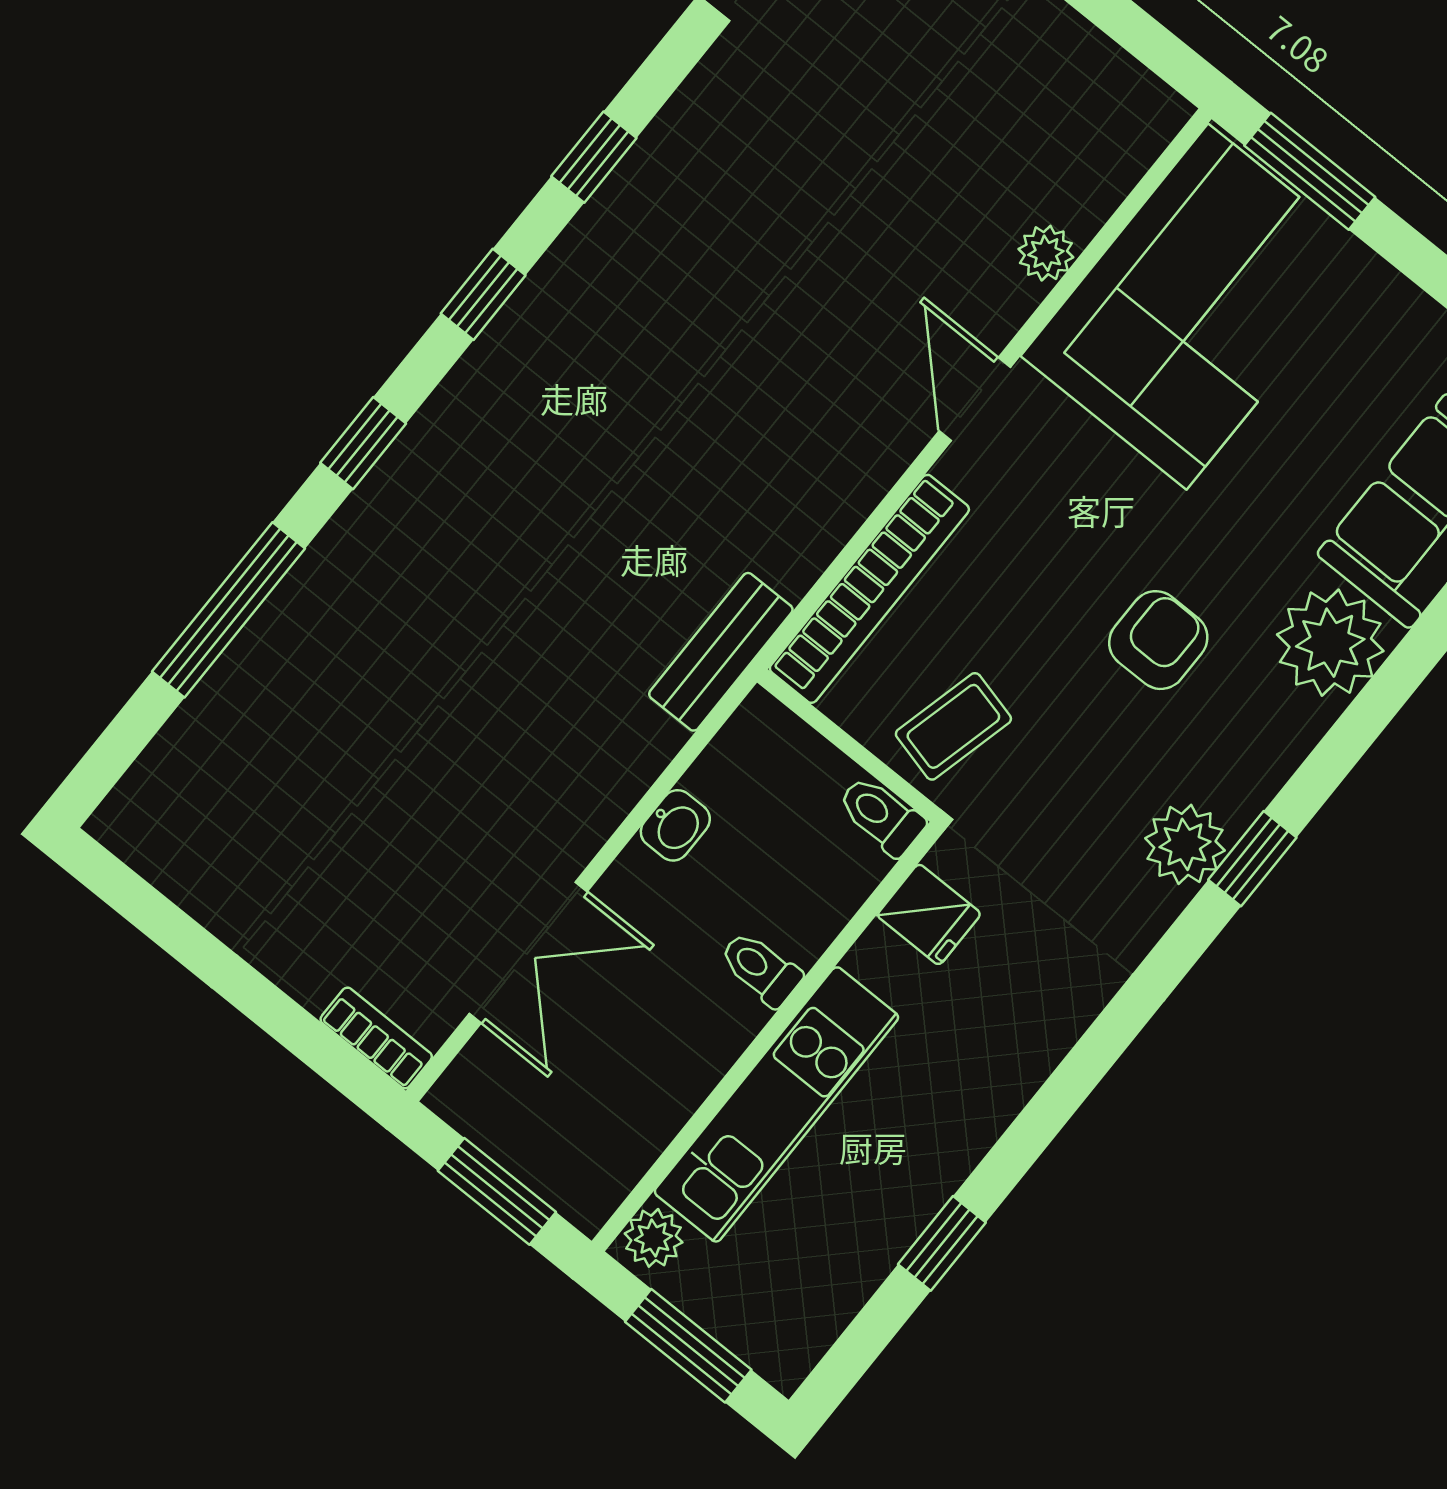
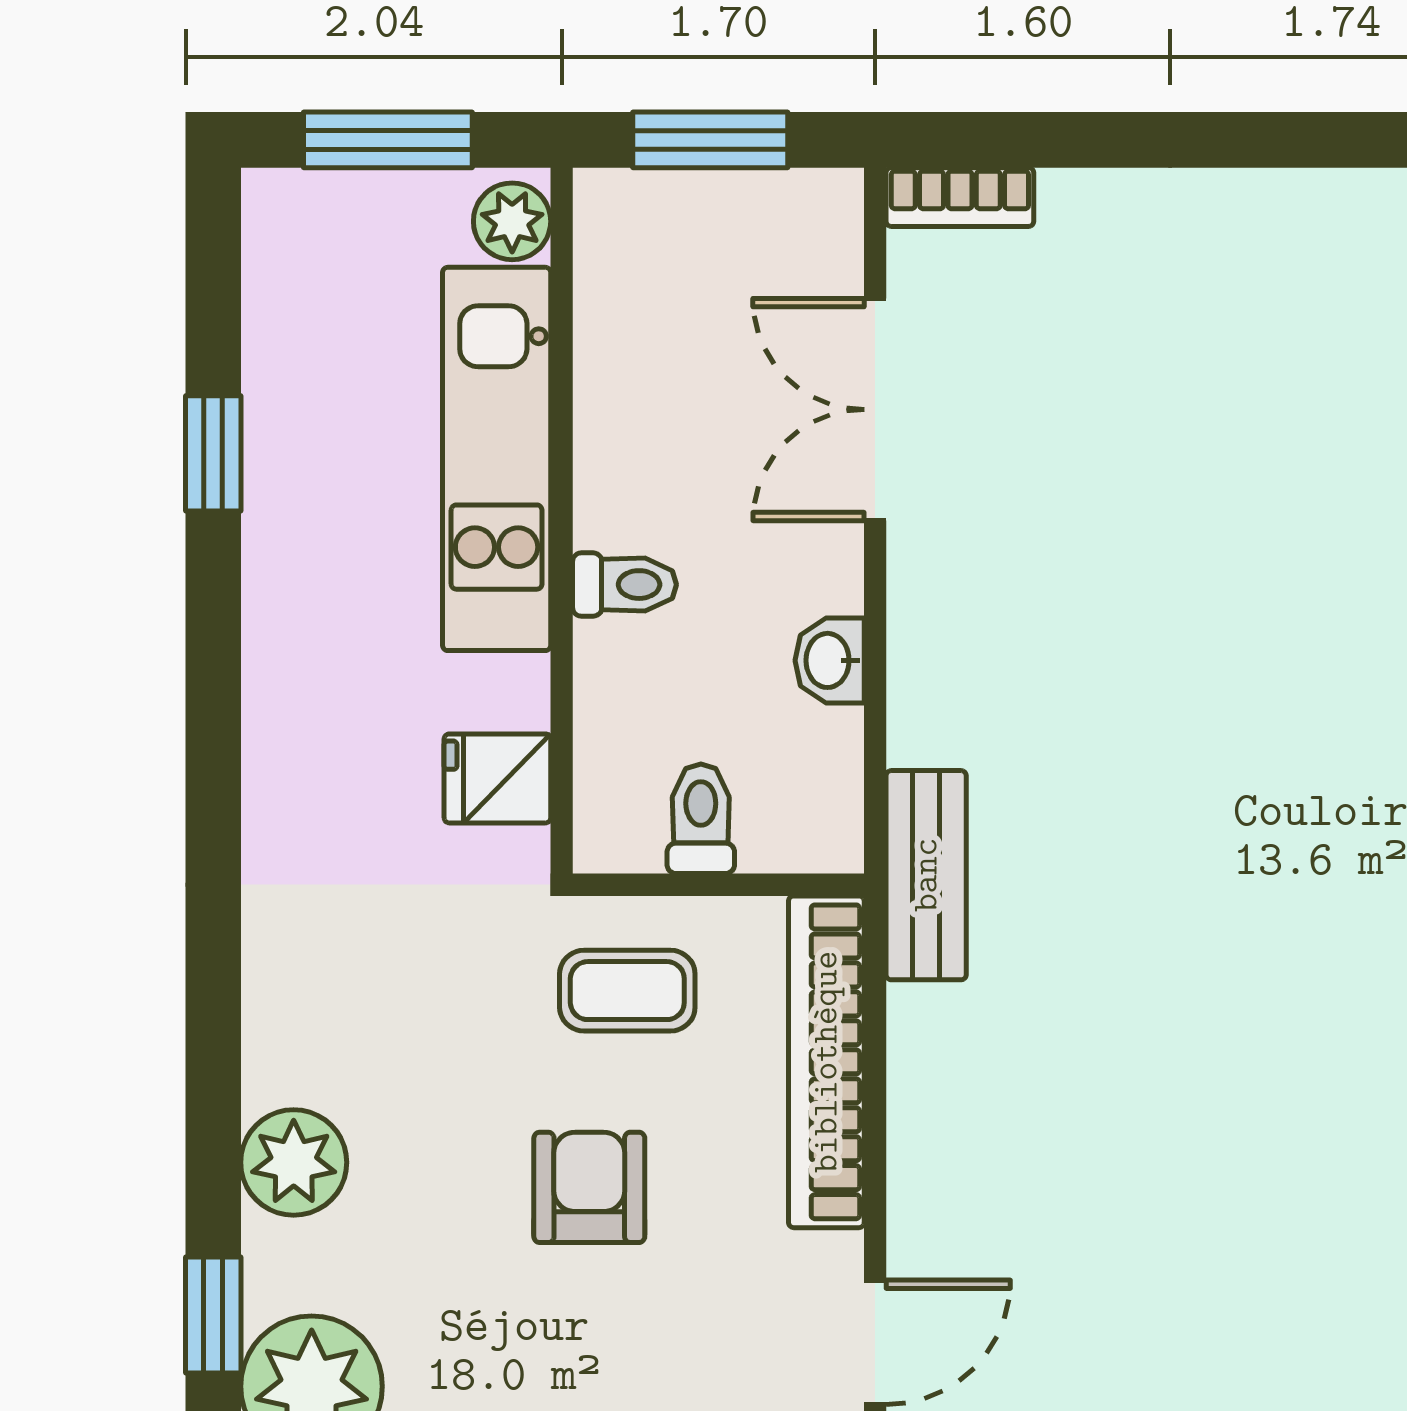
door: (975, 399) -> (875, 1342), hinge flipped
armchair: (1158, 640) -> (589, 1187), moved, turned 180
coffee table: (953, 726) -> (627, 991), turned 76
toilet: (881, 816) -> (701, 819), moved, turned -90
plant: (1185, 844) -> (294, 1162), moved
window: (1252, 859) -> (213, 1315), moved

